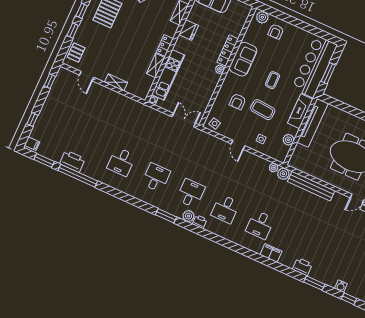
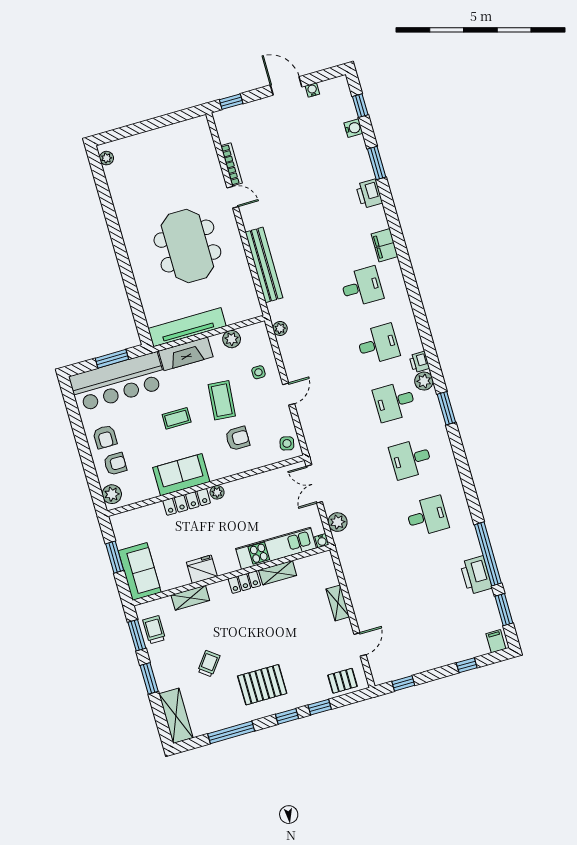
armchair: (293, 38) -> (105, 437), added
plant: (283, 174) -> (338, 522), moved

